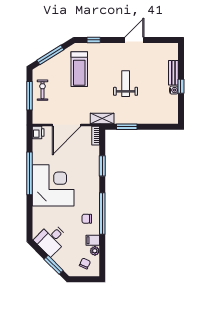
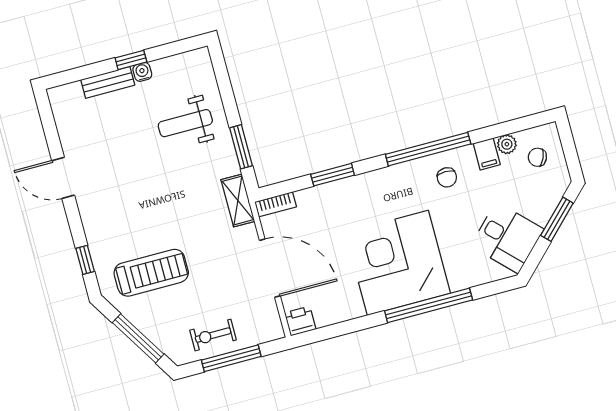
weight bench: (126, 84) -> (185, 123), moved
window: (29, 173) -> (429, 305), moved

